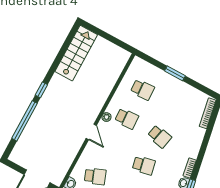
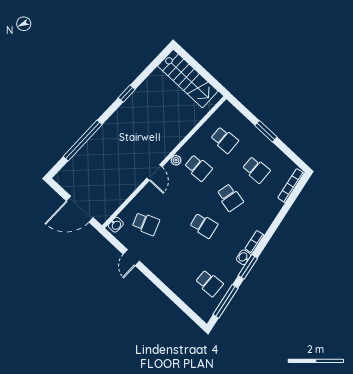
stairs: (76, 53) -> (188, 79), moved, turned 90
window: (41, 90) -> (127, 94), moved
school desk: (175, 107) -> (256, 170), added

